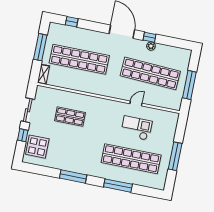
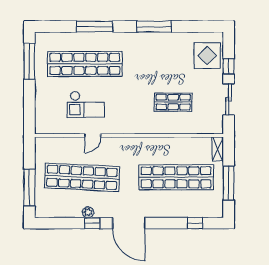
window: (189, 85) -> (29, 187), moved
window: (175, 156) -> (29, 61), moved

